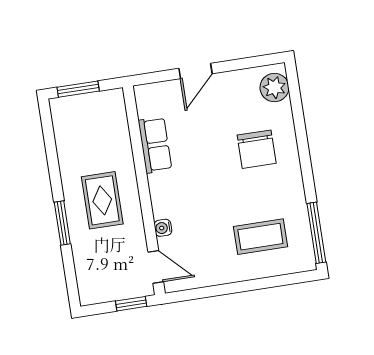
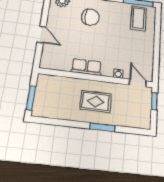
row of seats: (155, 145) -> (86, 67), moved
coffee table: (260, 237) -> (138, 18), moved
door: (156, 267) -> (138, 83), hinge flipped

